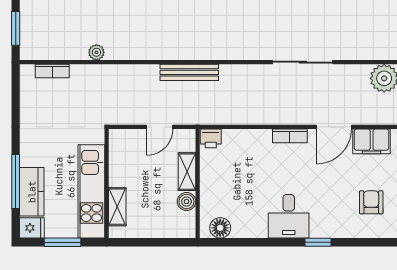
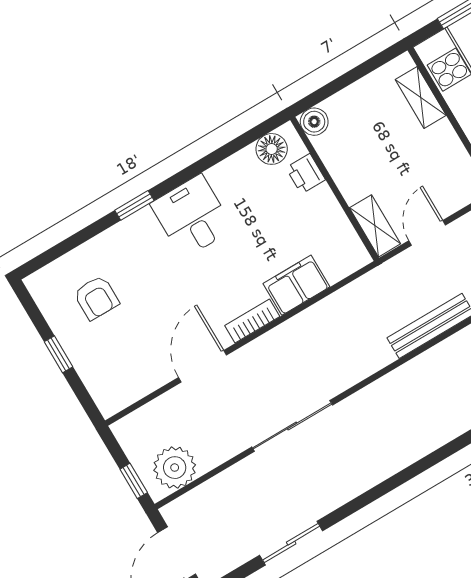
printer: (211, 138) -> (306, 174), moved, turned -90
filing cabinet: (372, 141) -> (296, 285), moved
shelving: (187, 172) -> (375, 226), moved
boiler: (186, 202) -> (314, 122), moved

